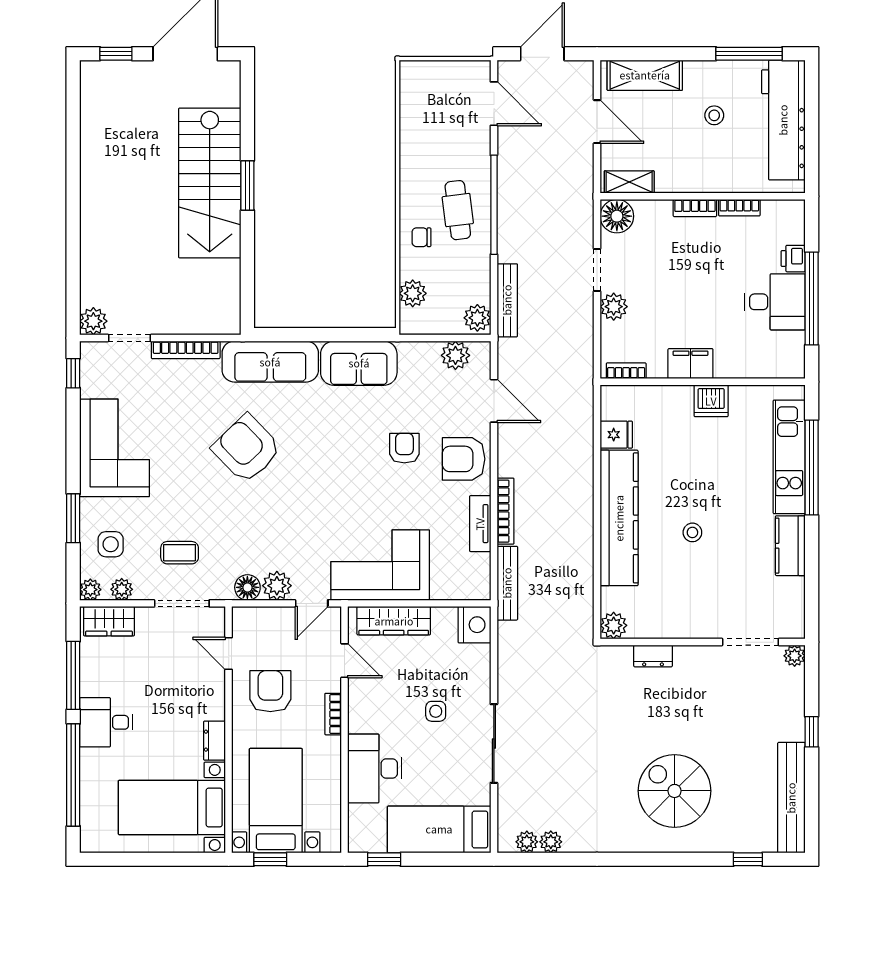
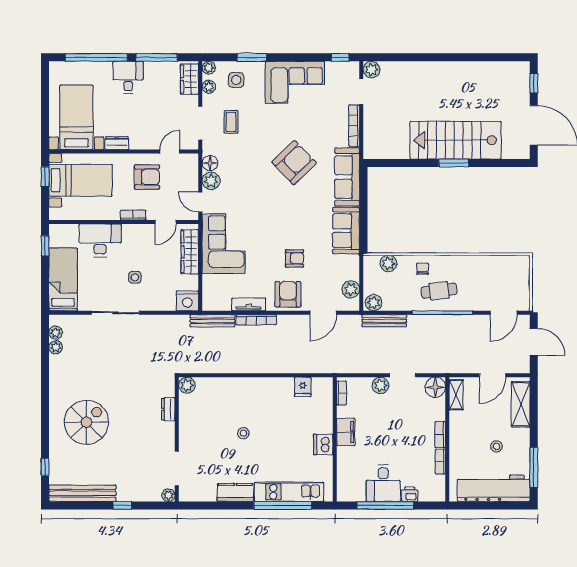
kitchen counter: (619, 518) -> (252, 389), removed

